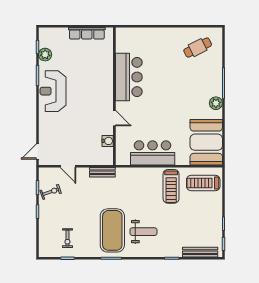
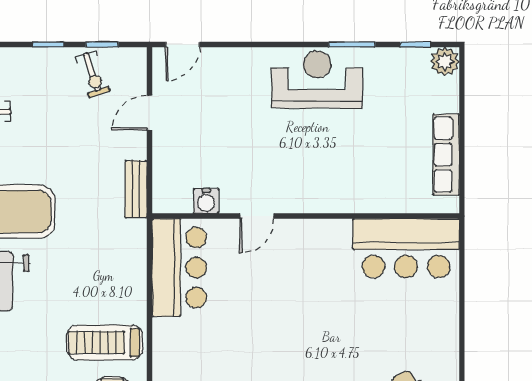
plant: (45, 55) -> (445, 61), moved
bar counter: (129, 77) -> (406, 248), moved
door: (37, 151) -> (183, 44), swing flipped
bar counter: (153, 153) -> (179, 268), moved

